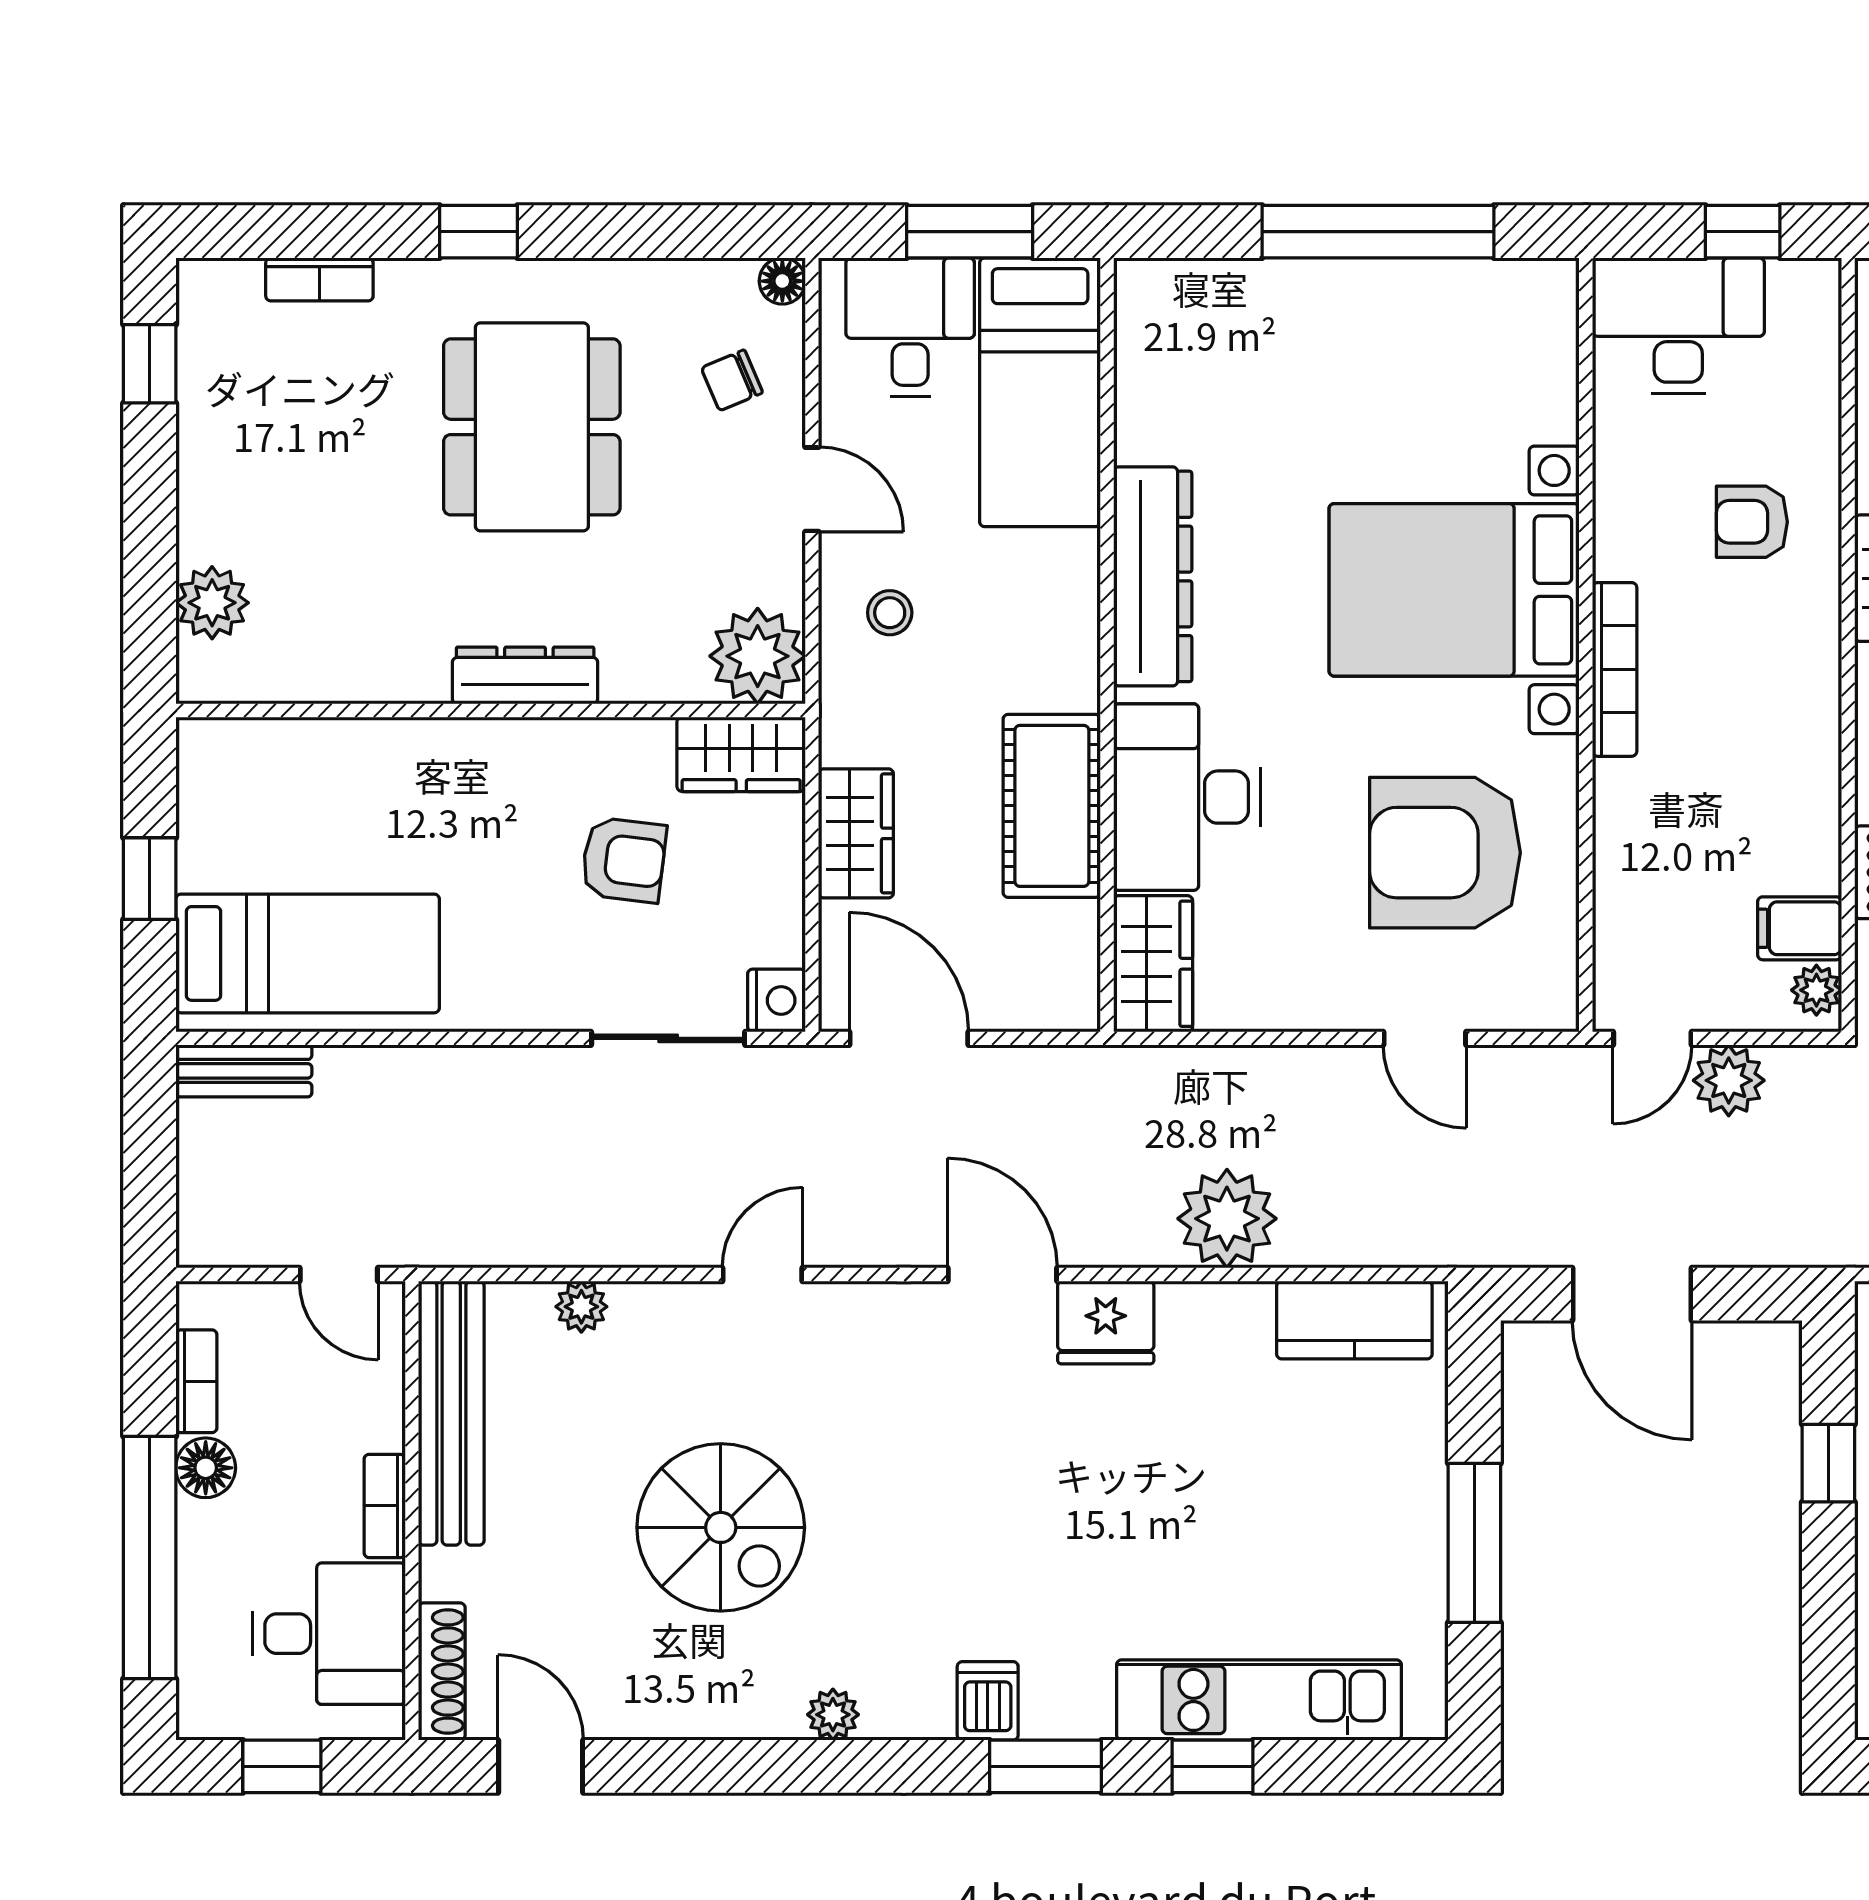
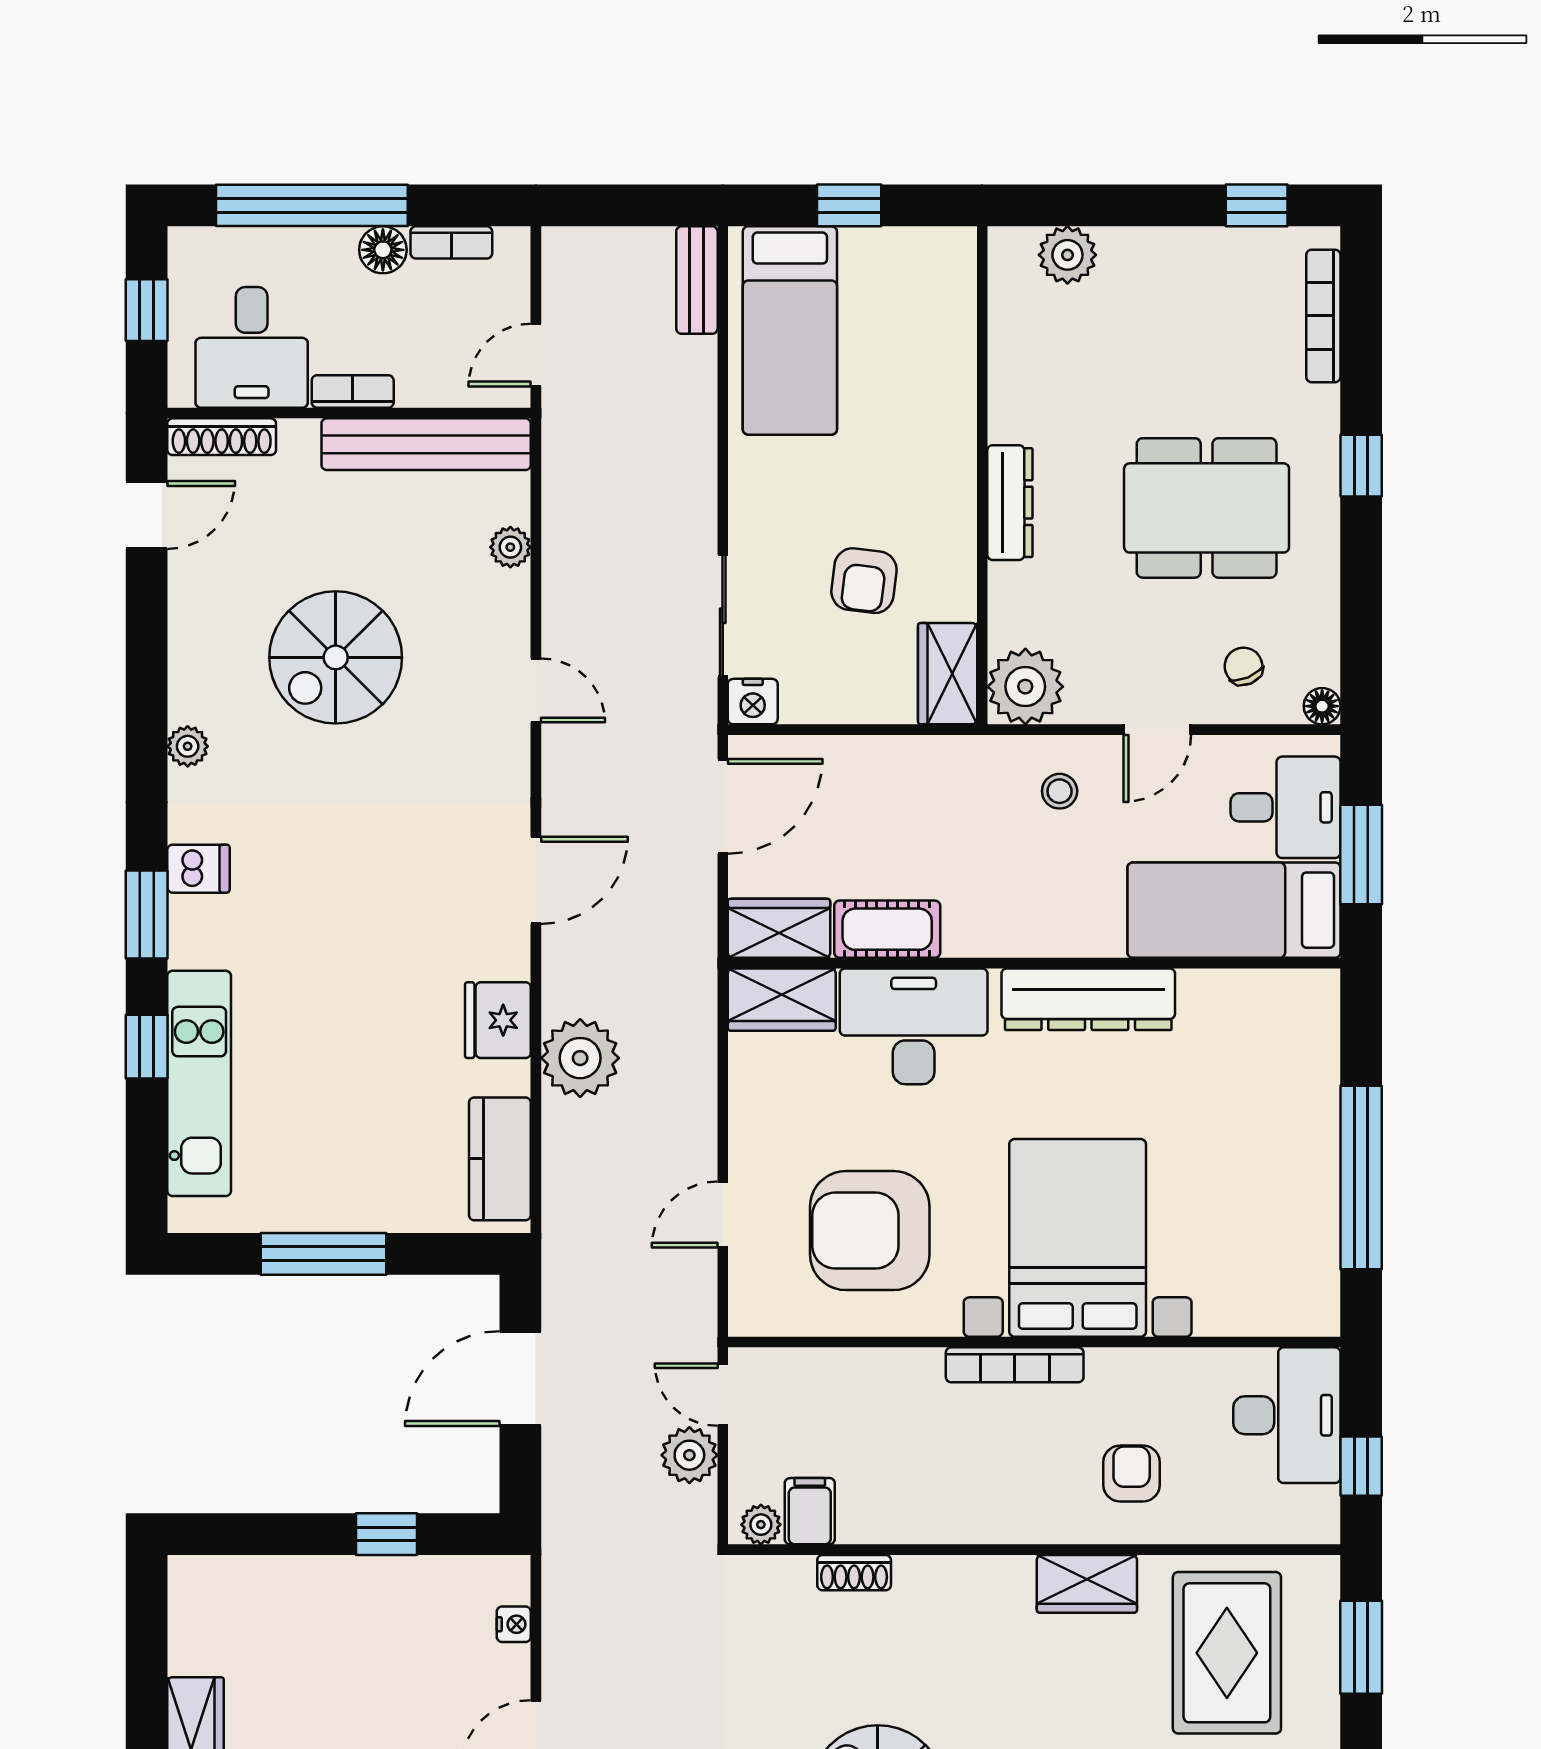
bookcase: (319, 279) -> (1323, 316), width x1.56
cot: (1052, 806) -> (887, 929), width x0.73, depth x0.75
wardrobe: (856, 833) -> (779, 928), moved, turned 180
armchair: (1445, 853) -> (870, 1231), turned -90
fridge: (1106, 1322) -> (498, 1020), moved

